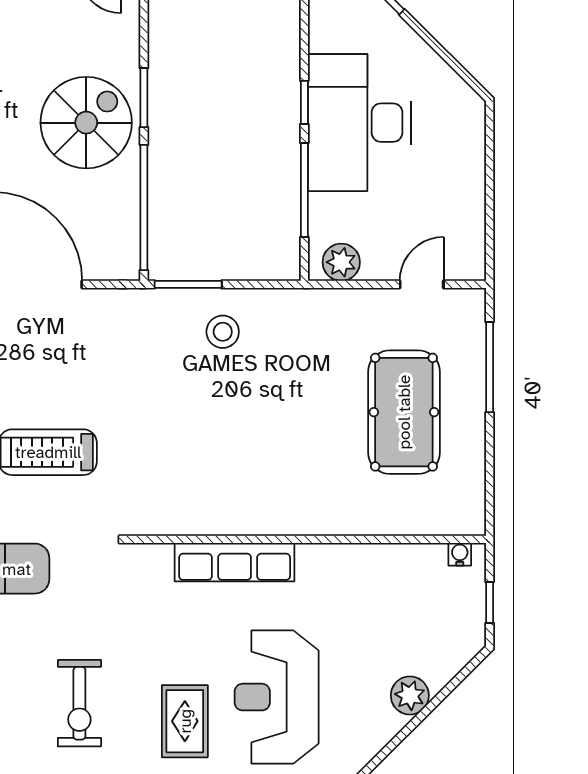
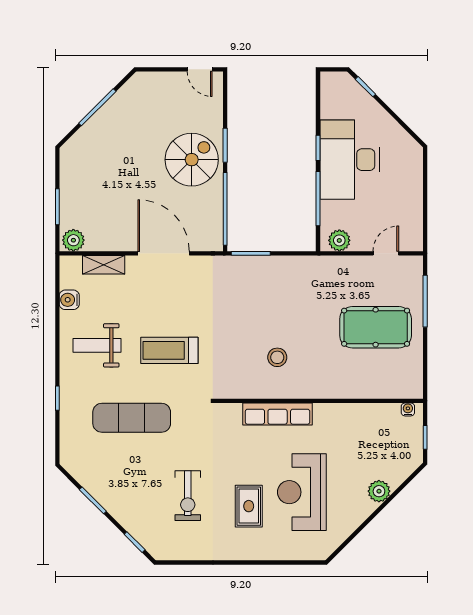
stool: (223, 332) -> (277, 357), moved
pool table: (404, 412) -> (376, 327), turned 90

